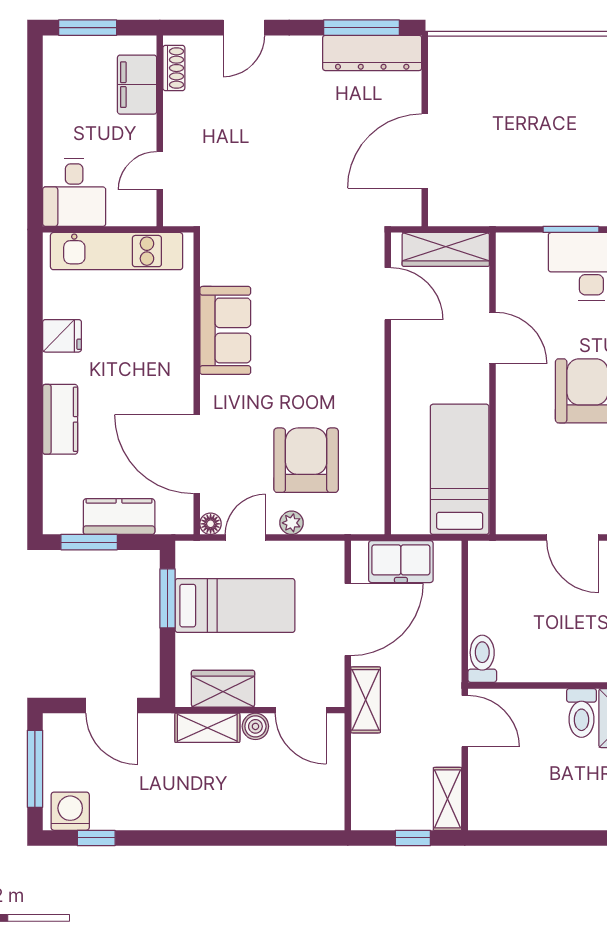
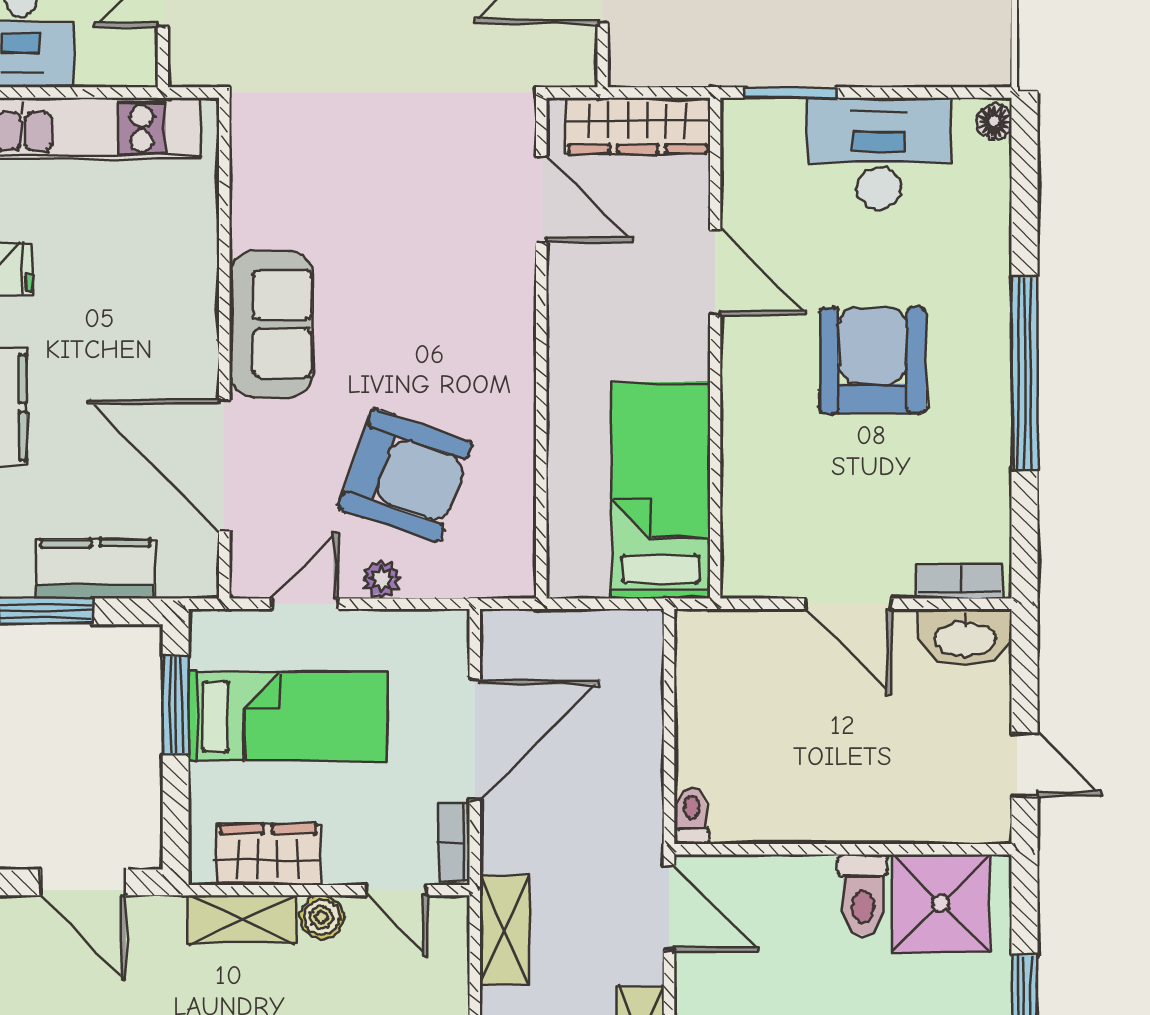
window: (571, 229) -> (791, 92), moved
sofa: (225, 330) -> (272, 324), moved
armchair: (306, 460) -> (406, 475), turned 109
floor lamp: (211, 524) -> (247, 581), removed
freezer: (401, 562) -> (563, 644), removed
toilet: (482, 659) -> (692, 816), width x0.73, depth x0.72
bookcase: (335, 681) -> (454, 842), added
shelving: (366, 700) -> (504, 929), moved
door: (301, 710) -> (397, 890), width x0.73

